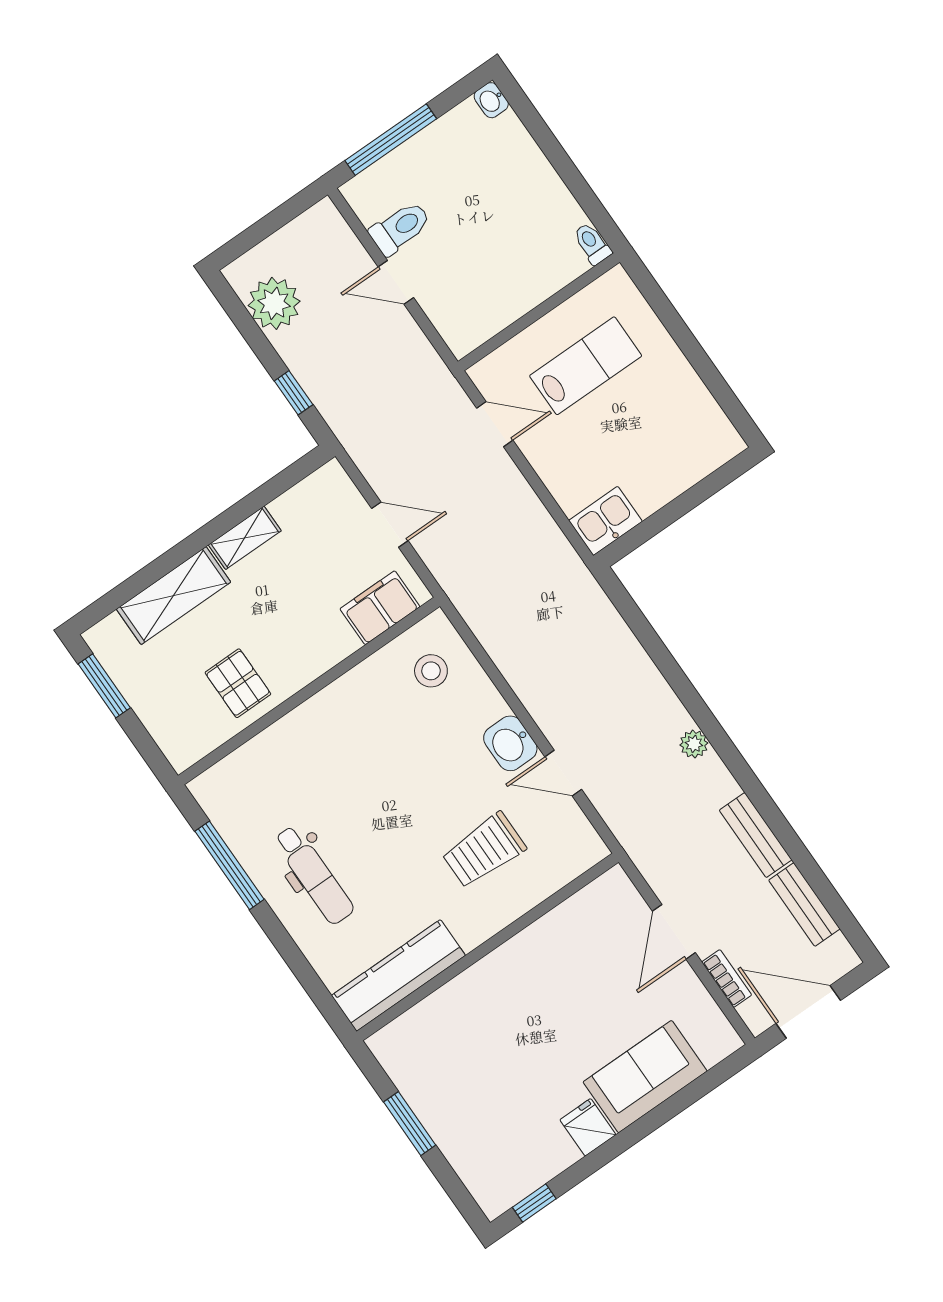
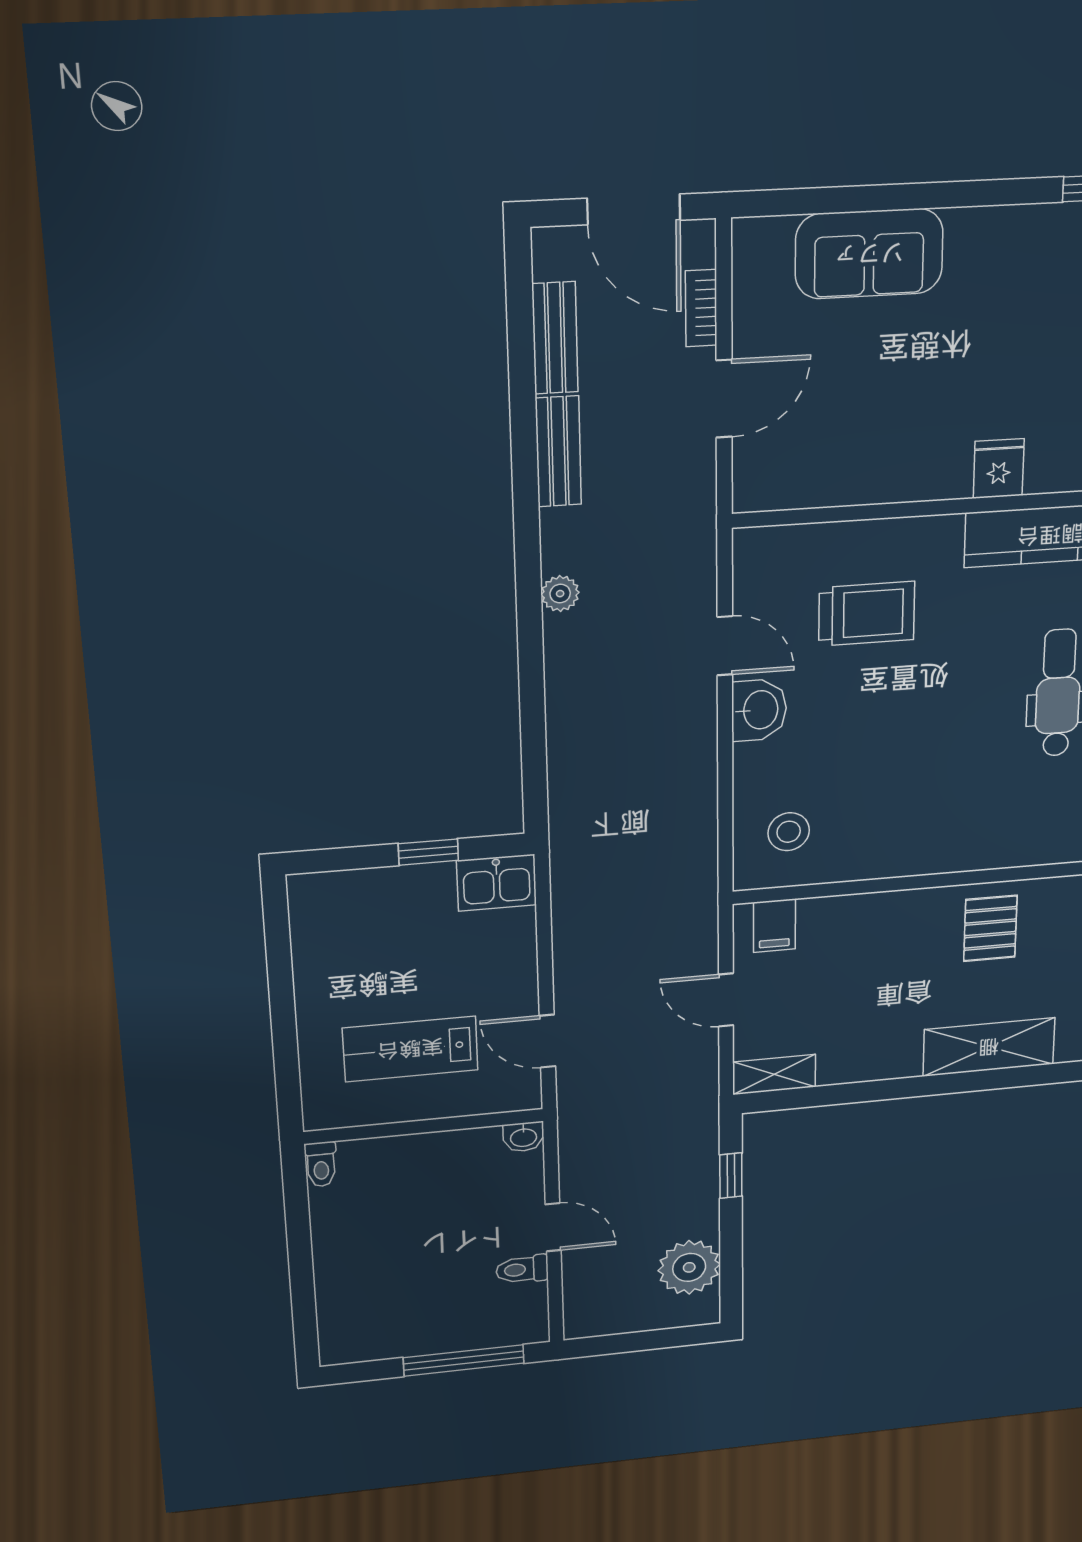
washbasin: (491, 100) -> (524, 1137), moved, turned 90
toilet: (400, 228) -> (522, 1269), width x0.73, depth x0.72
window: (665, 517) -> (428, 852), added
shelving: (245, 538) -> (774, 1074), moved
filing cabinet: (380, 608) -> (774, 926), width x0.50
fridge: (588, 1127) -> (999, 468), moved, turned 180

